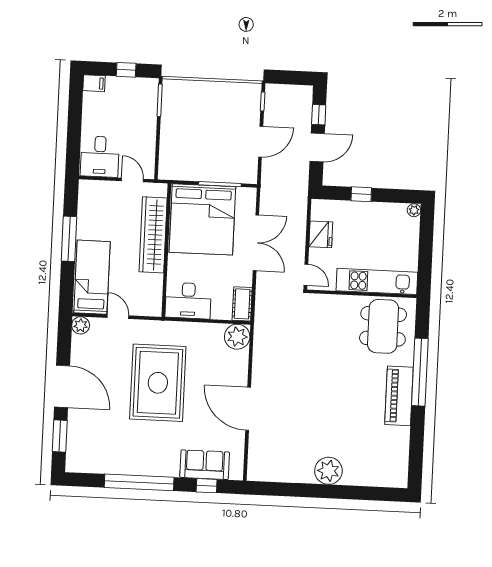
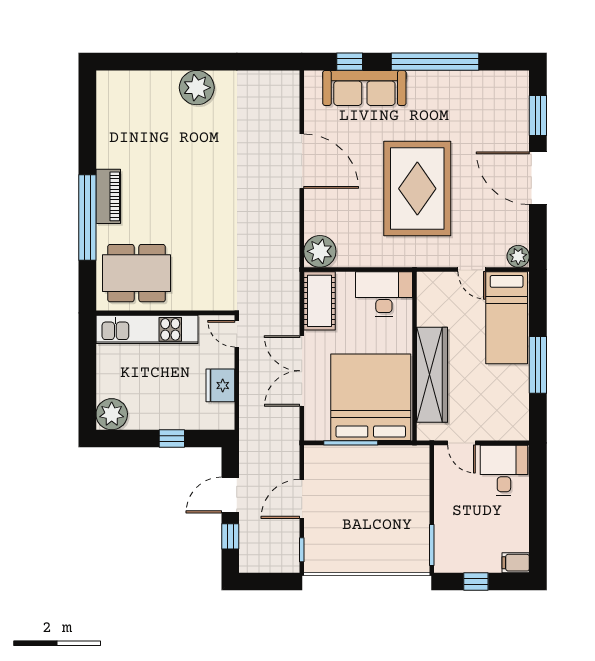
plant: (414, 210) -> (112, 414), width x1.87, depth x1.87
cot: (242, 304) -> (320, 301), width x1.37, depth x1.34
dining table: (383, 326) -> (137, 273), turned 90
piano: (399, 396) -> (108, 196), width x0.73, depth x0.75
sofa: (205, 465) -> (364, 88), width x1.36

